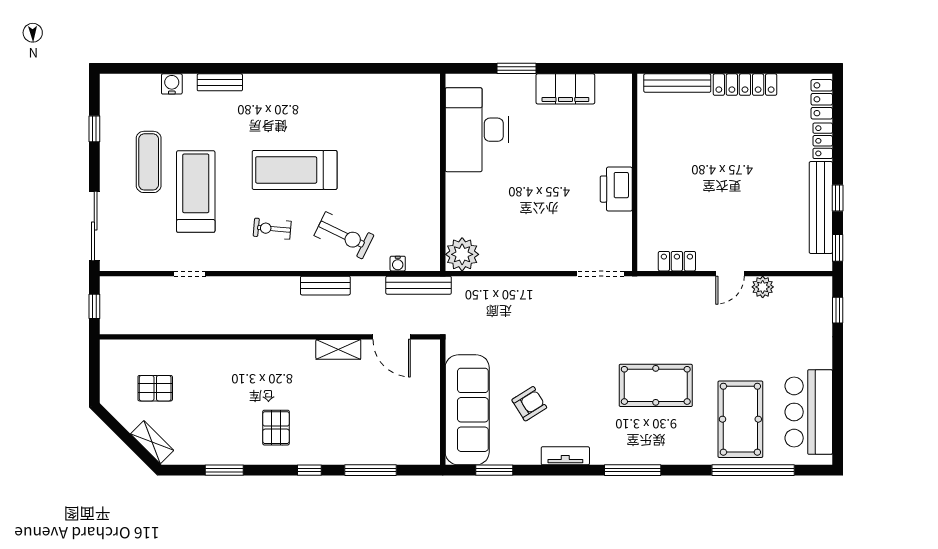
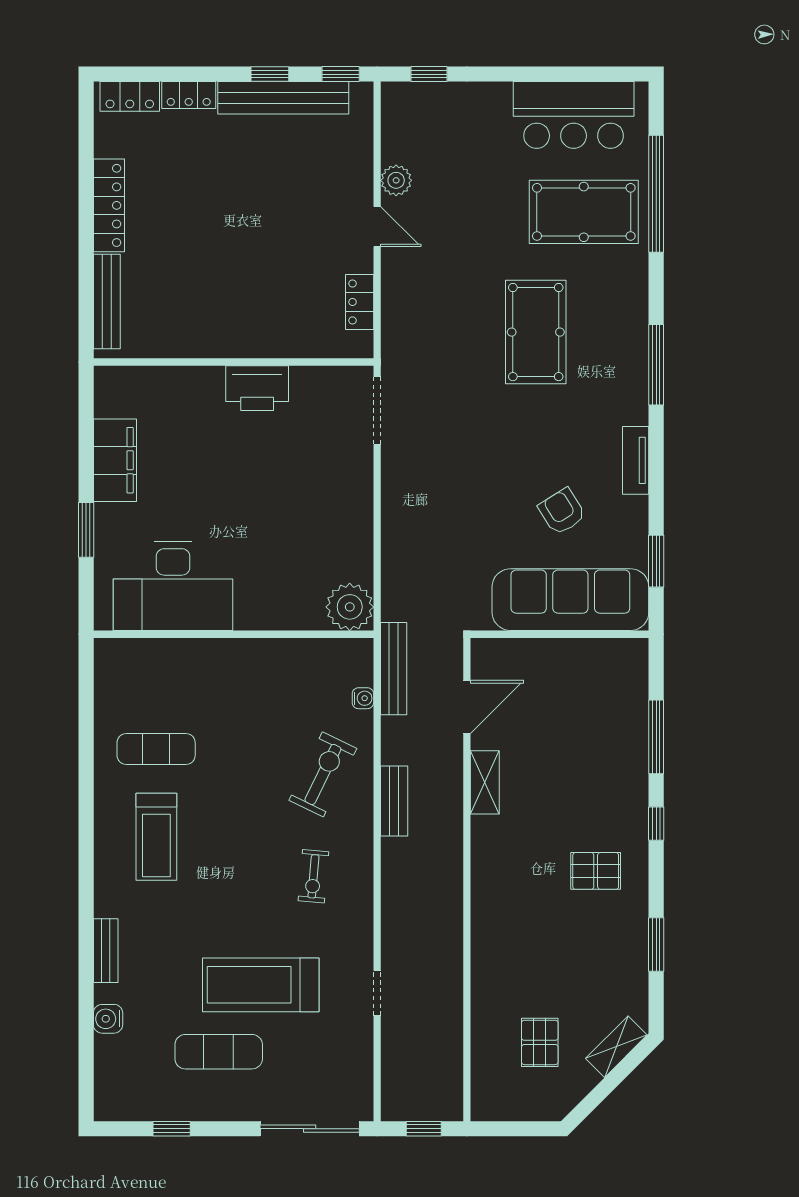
exercise mat: (362, 118) -> (156, 749), added
treadmill: (295, 170) -> (156, 837), moved, width x0.73, depth x0.73

